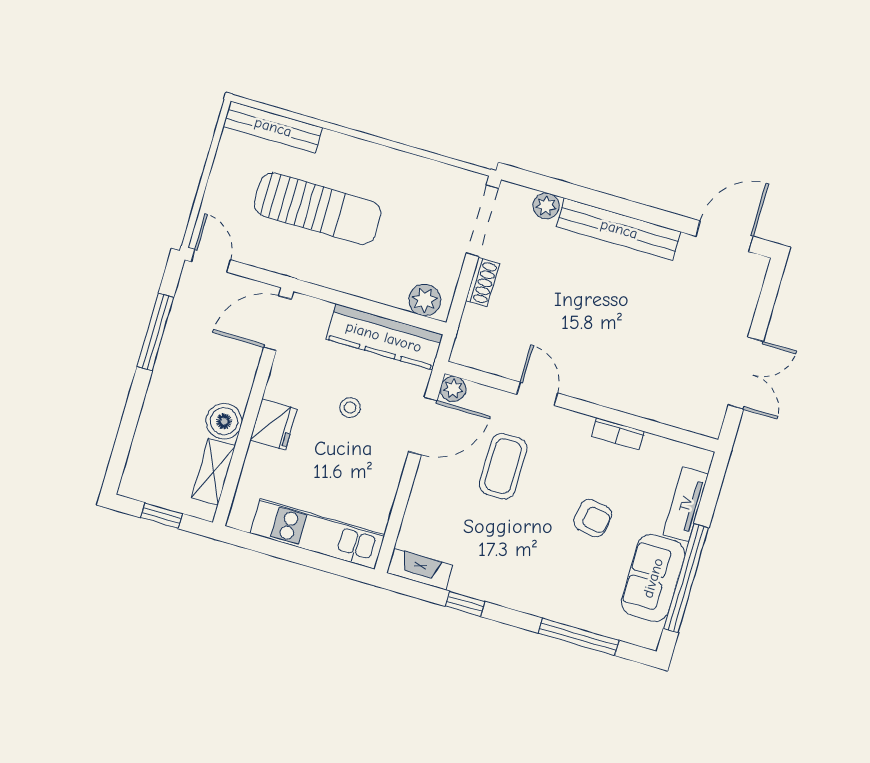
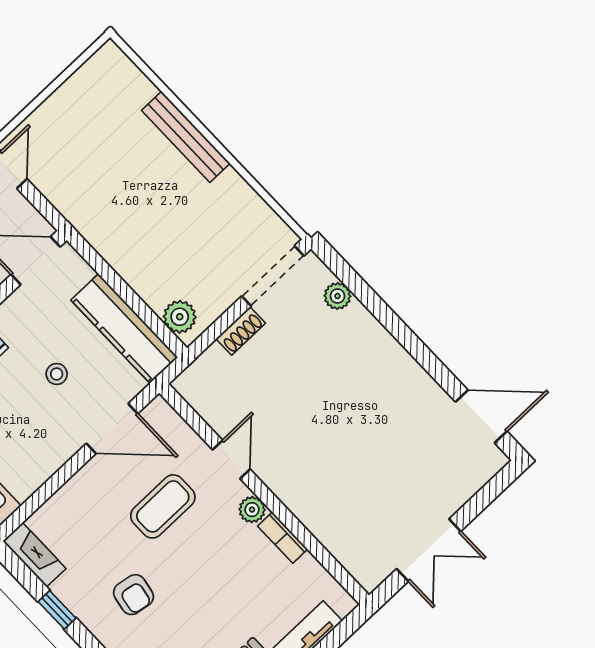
bench: (273, 127) -> (186, 137), moved
sun lounger: (318, 209) -> (132, 179), removed
bench: (619, 229) -> (390, 355), removed
plant: (453, 389) -> (252, 510), moved
armchair: (593, 518) -> (133, 595), moved

